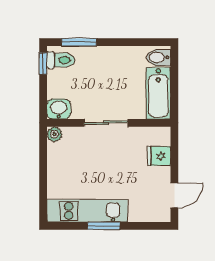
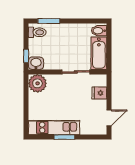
window: (43, 64) -> (26, 56), moved
sliding door: (106, 123) -> (76, 72), moved
plant: (54, 134) -> (38, 83), width x1.88, depth x1.88

